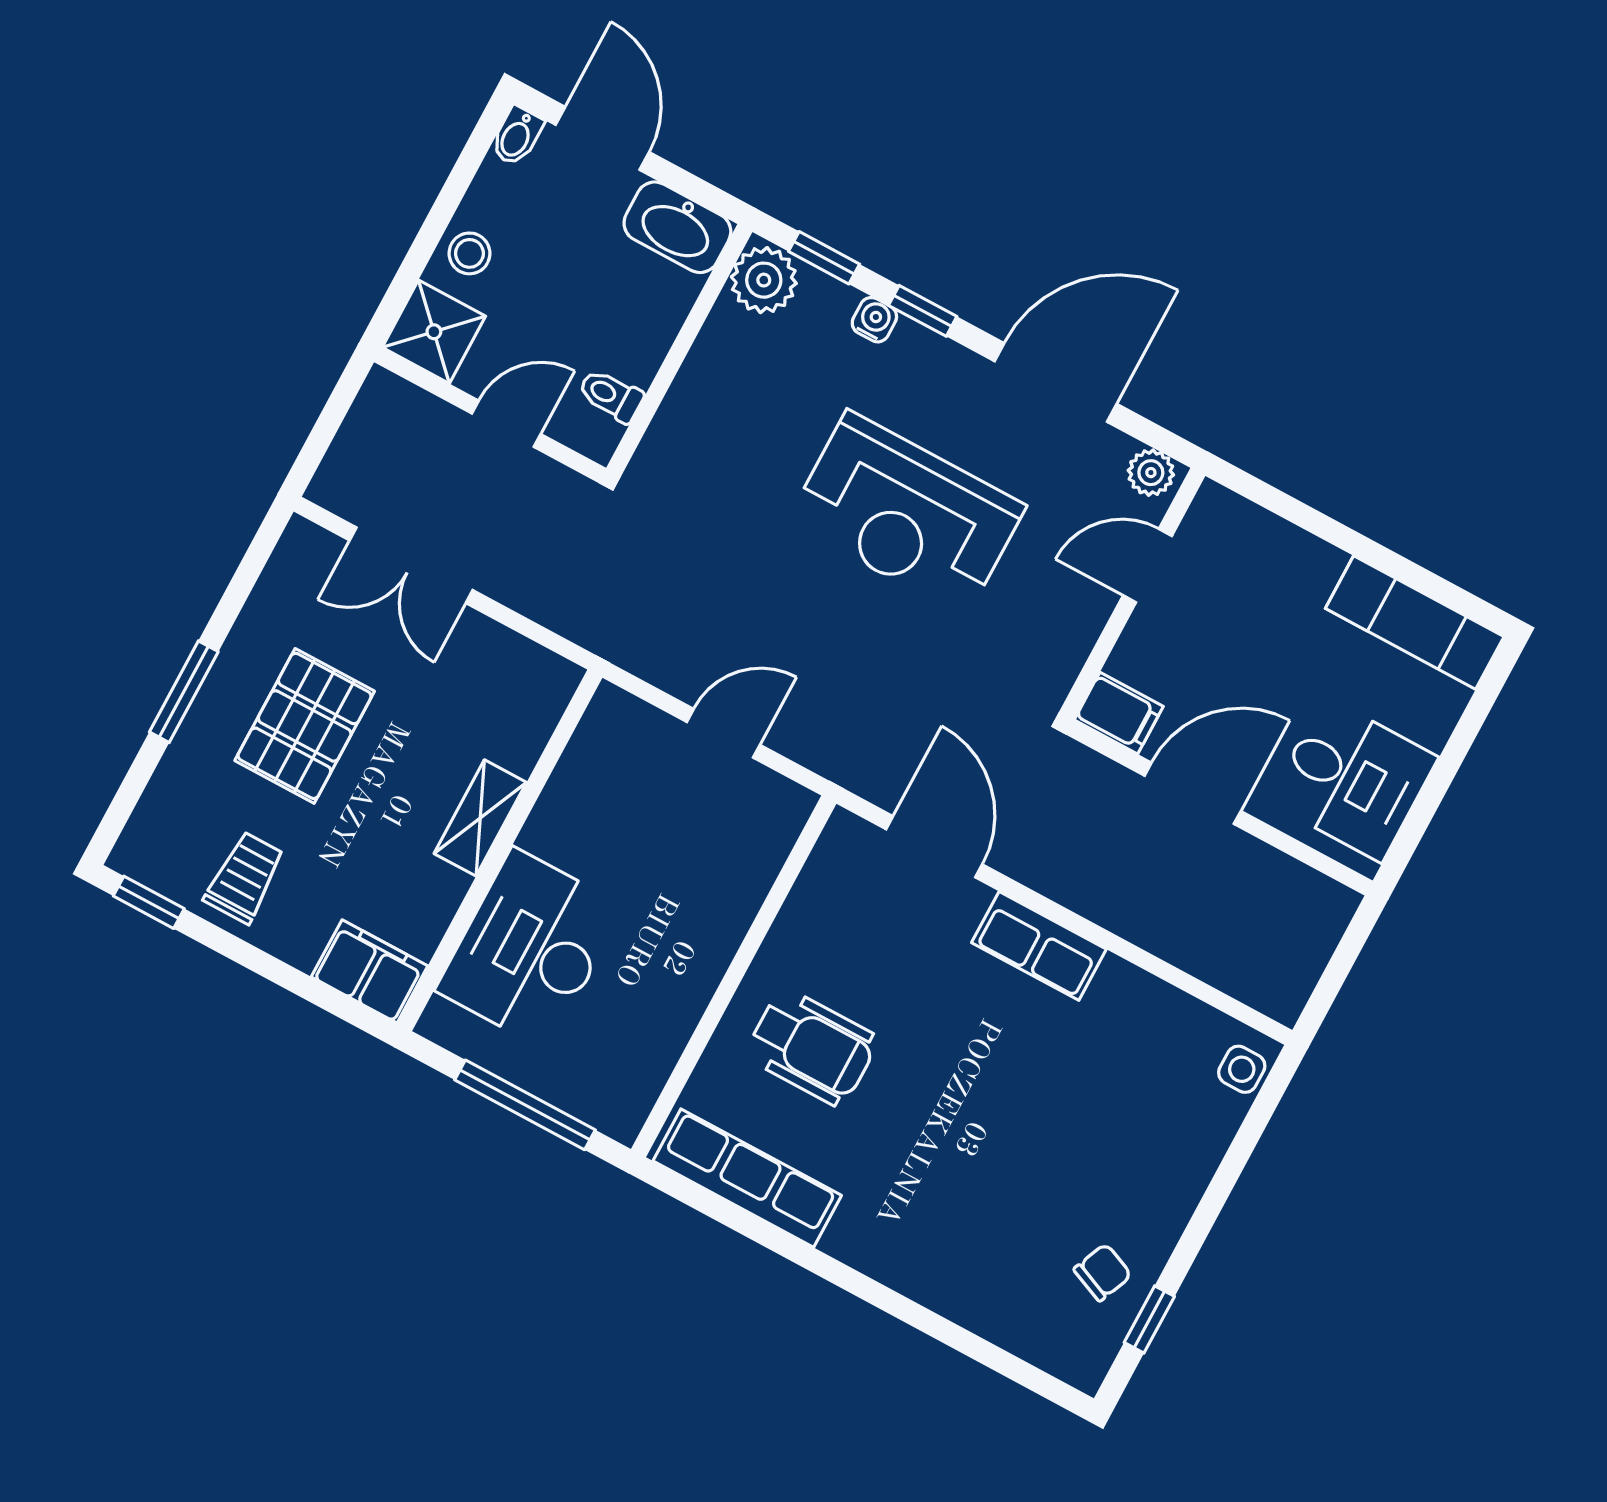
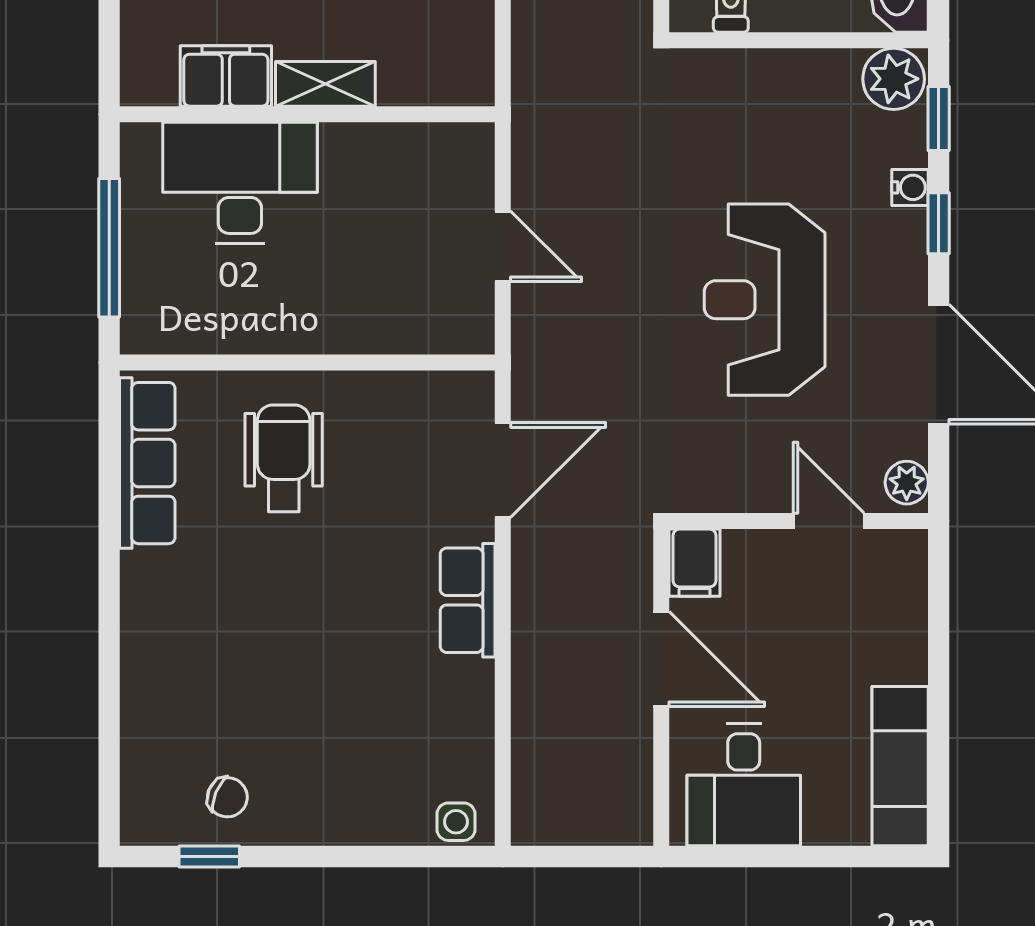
filing cabinet: (370, 971) -> (226, 76), moved, turned -90
wheelchair: (812, 1047) -> (284, 458), turned 180

